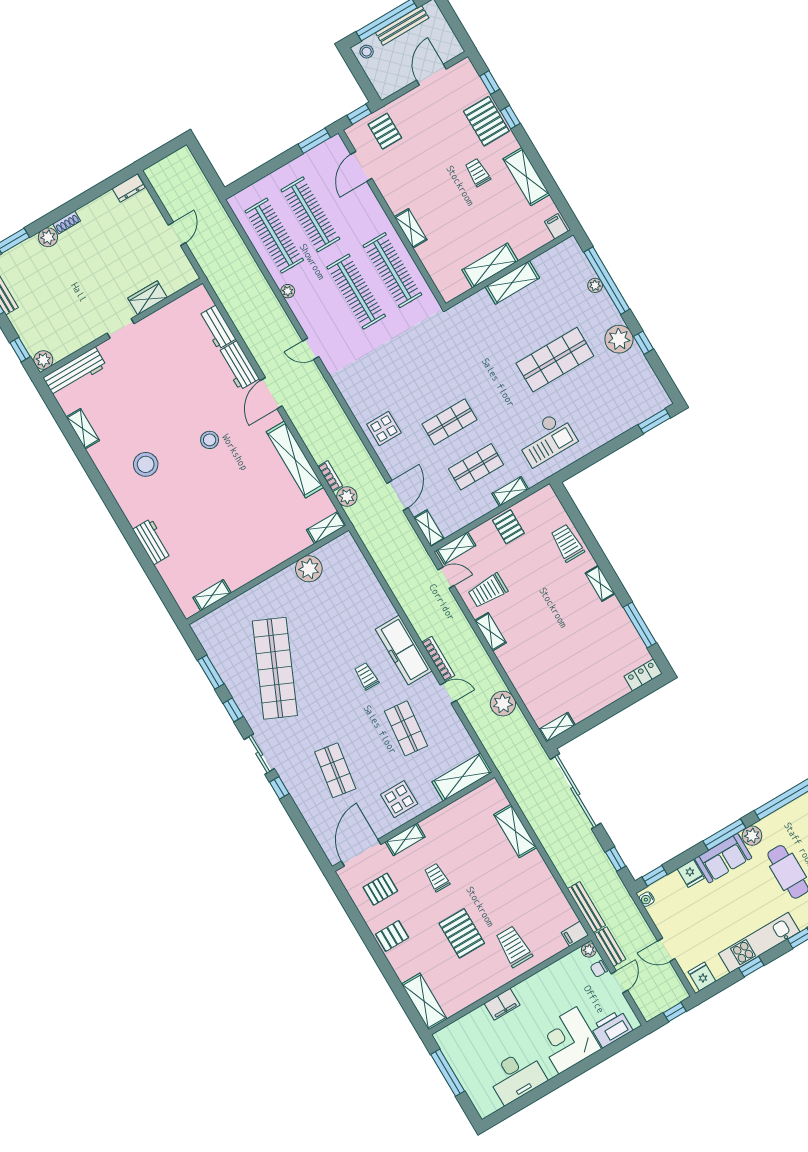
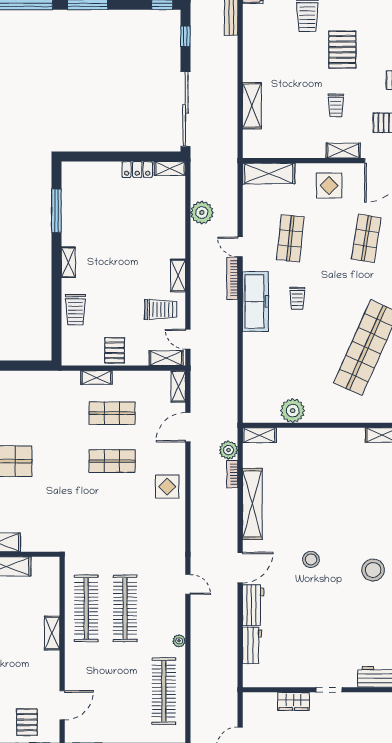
clothes rail: (310, 214) -> (125, 691), removed
checkout: (546, 439) -> (43, 402), removed
locker: (643, 675) -> (137, 170), moved

